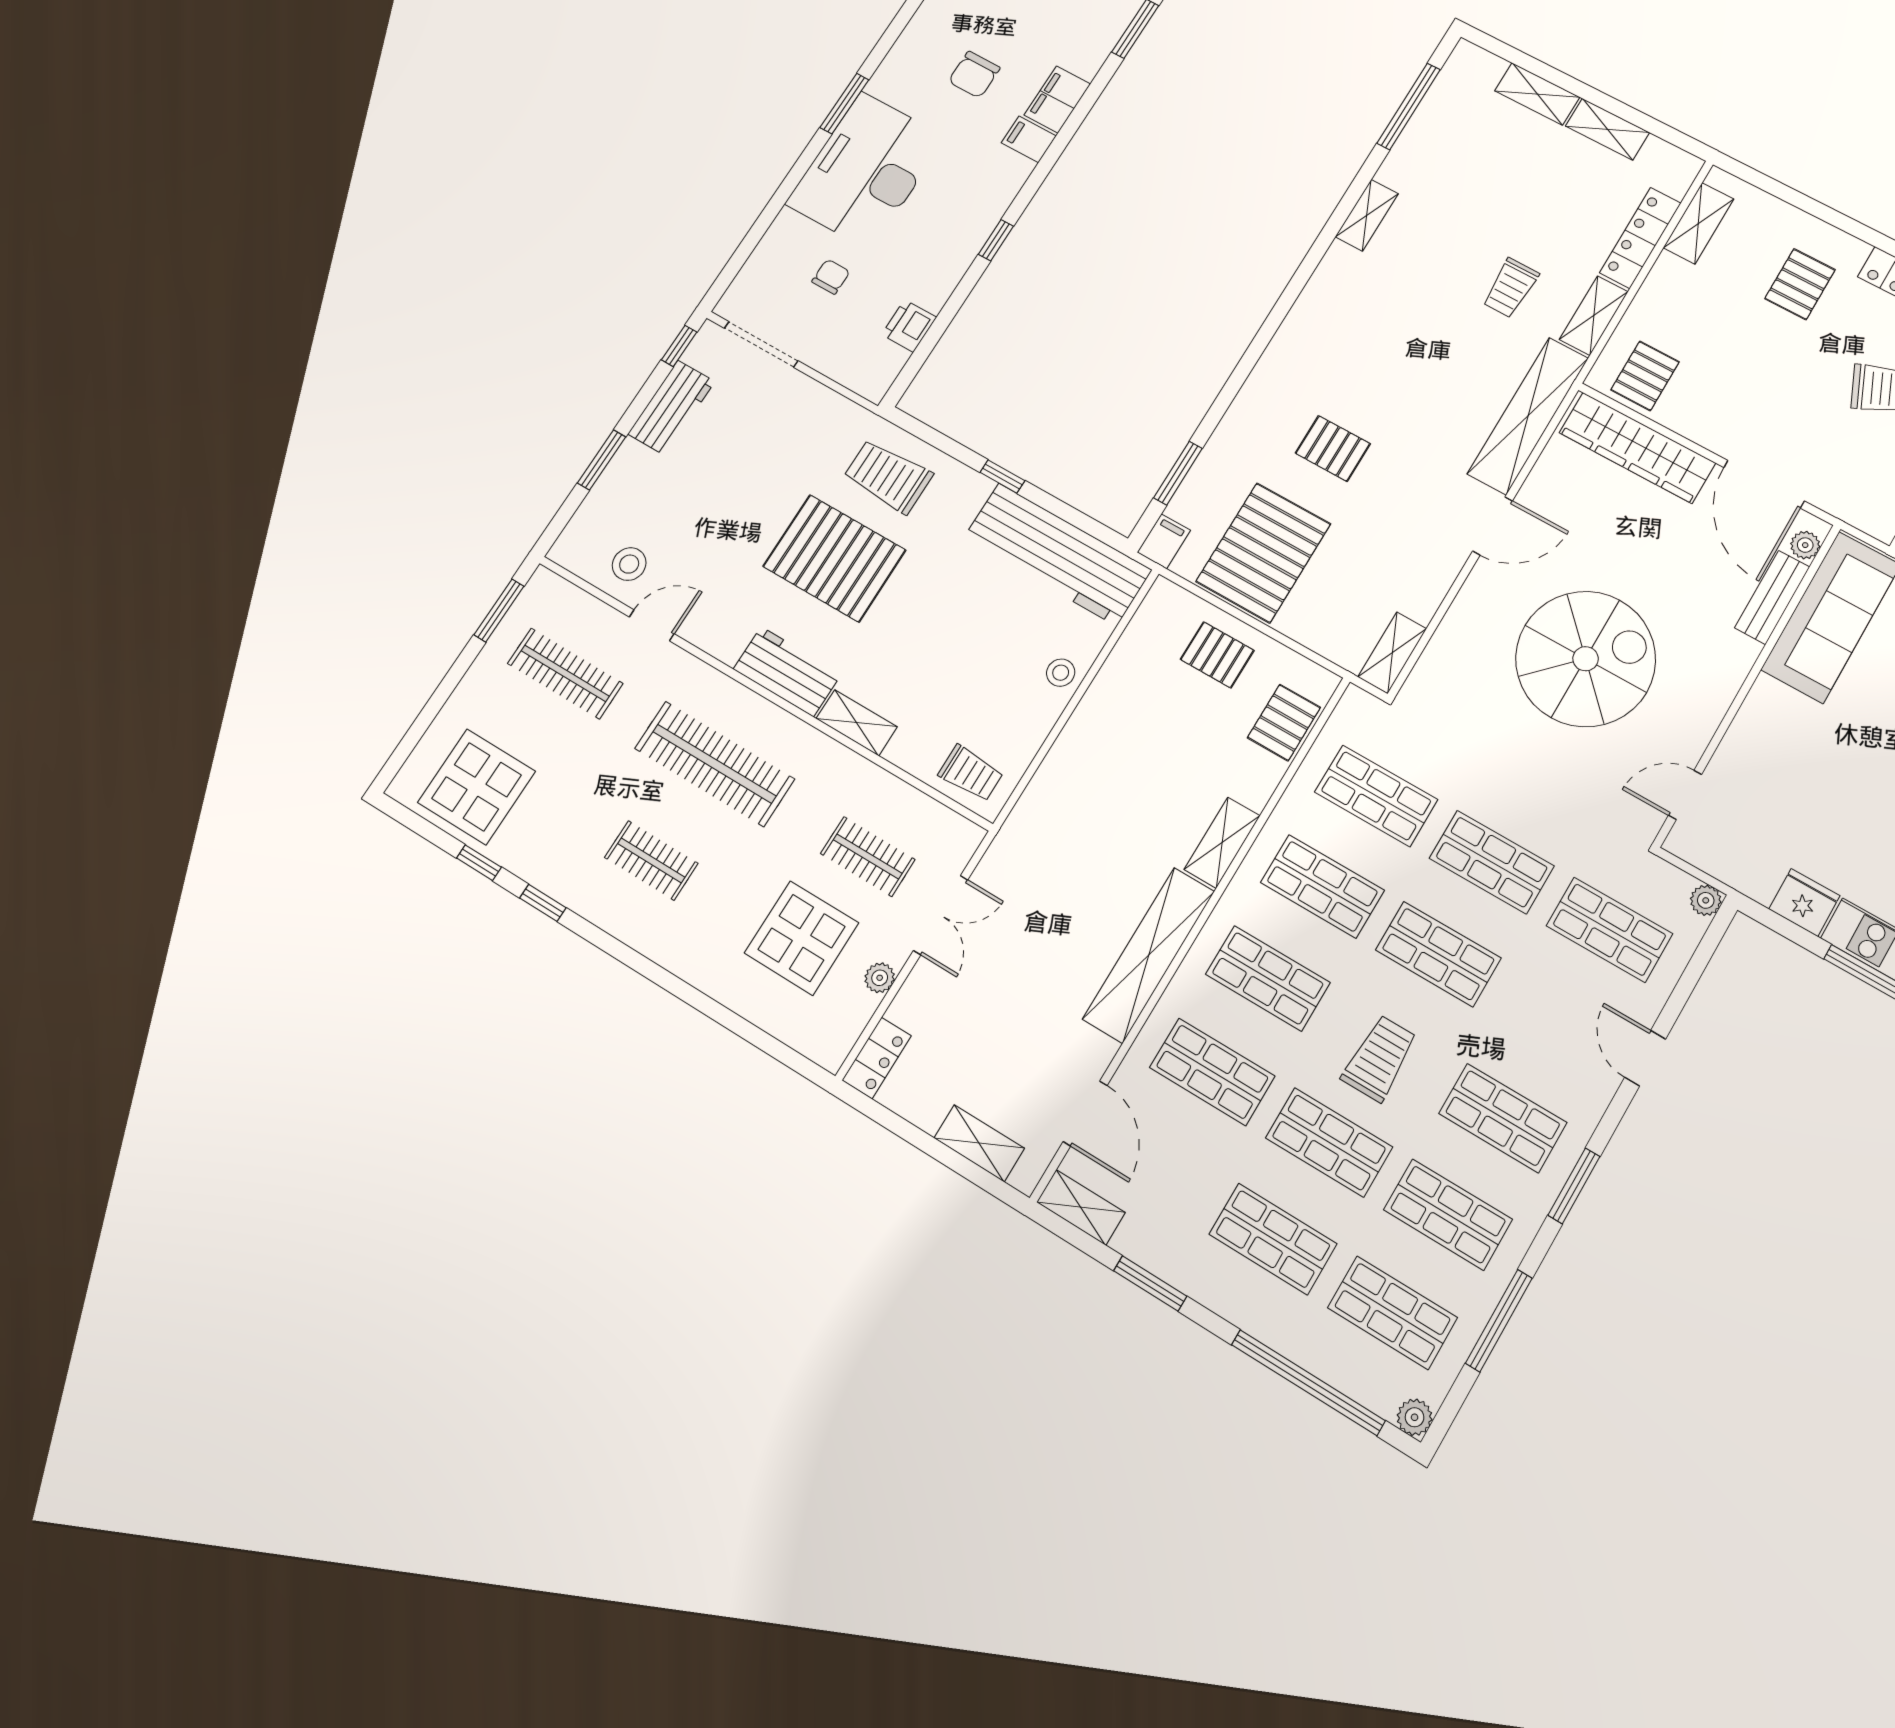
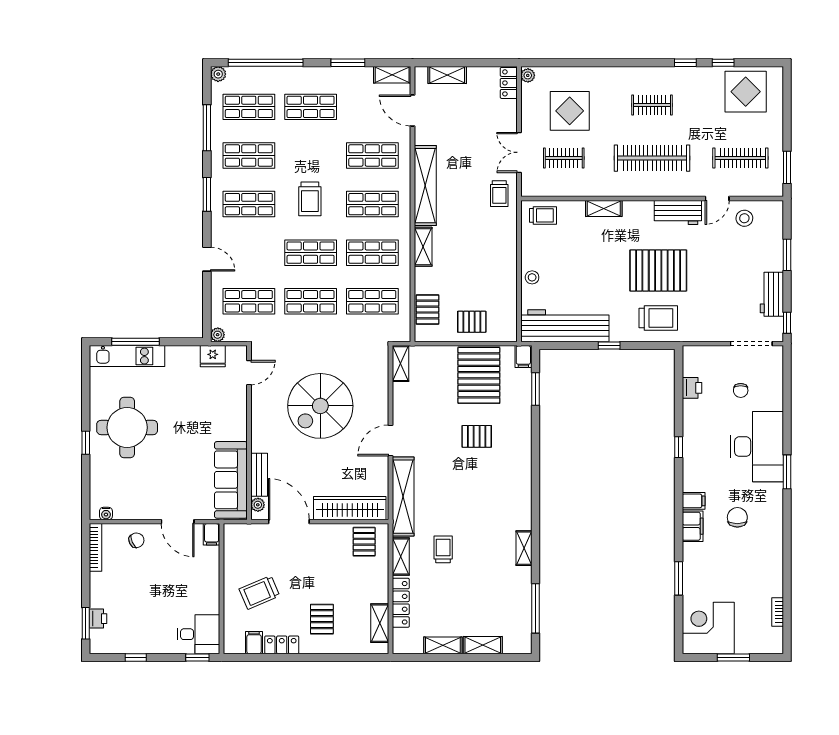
workbench: (787, 672) -> (678, 213), moved
trolley: (971, 773) -> (543, 215), turned 180
trolley: (1024, 860) -> (499, 194), added
fridge: (1804, 902) -> (213, 356), moved
plant: (880, 978) -> (528, 75), moved
shop shelf: (1329, 1142) -> (311, 155), removed

